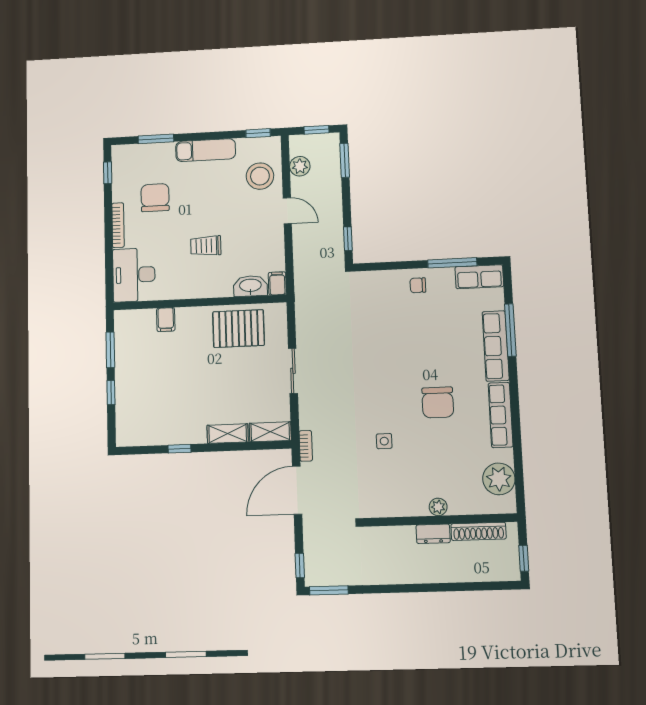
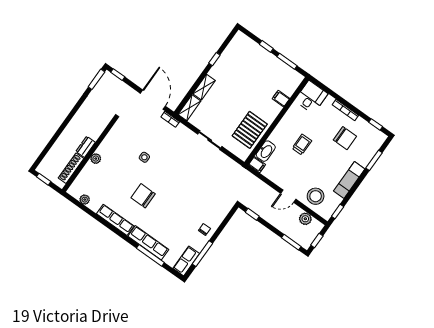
desk: (134, 275) -> (311, 97), width x0.73
plant: (499, 479) -> (85, 200), width x0.53, depth x0.53

